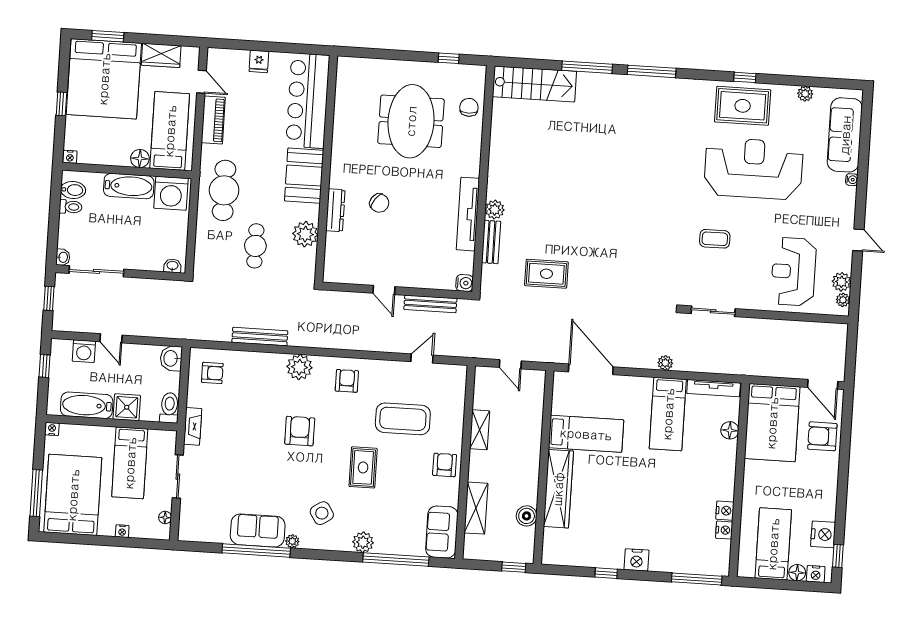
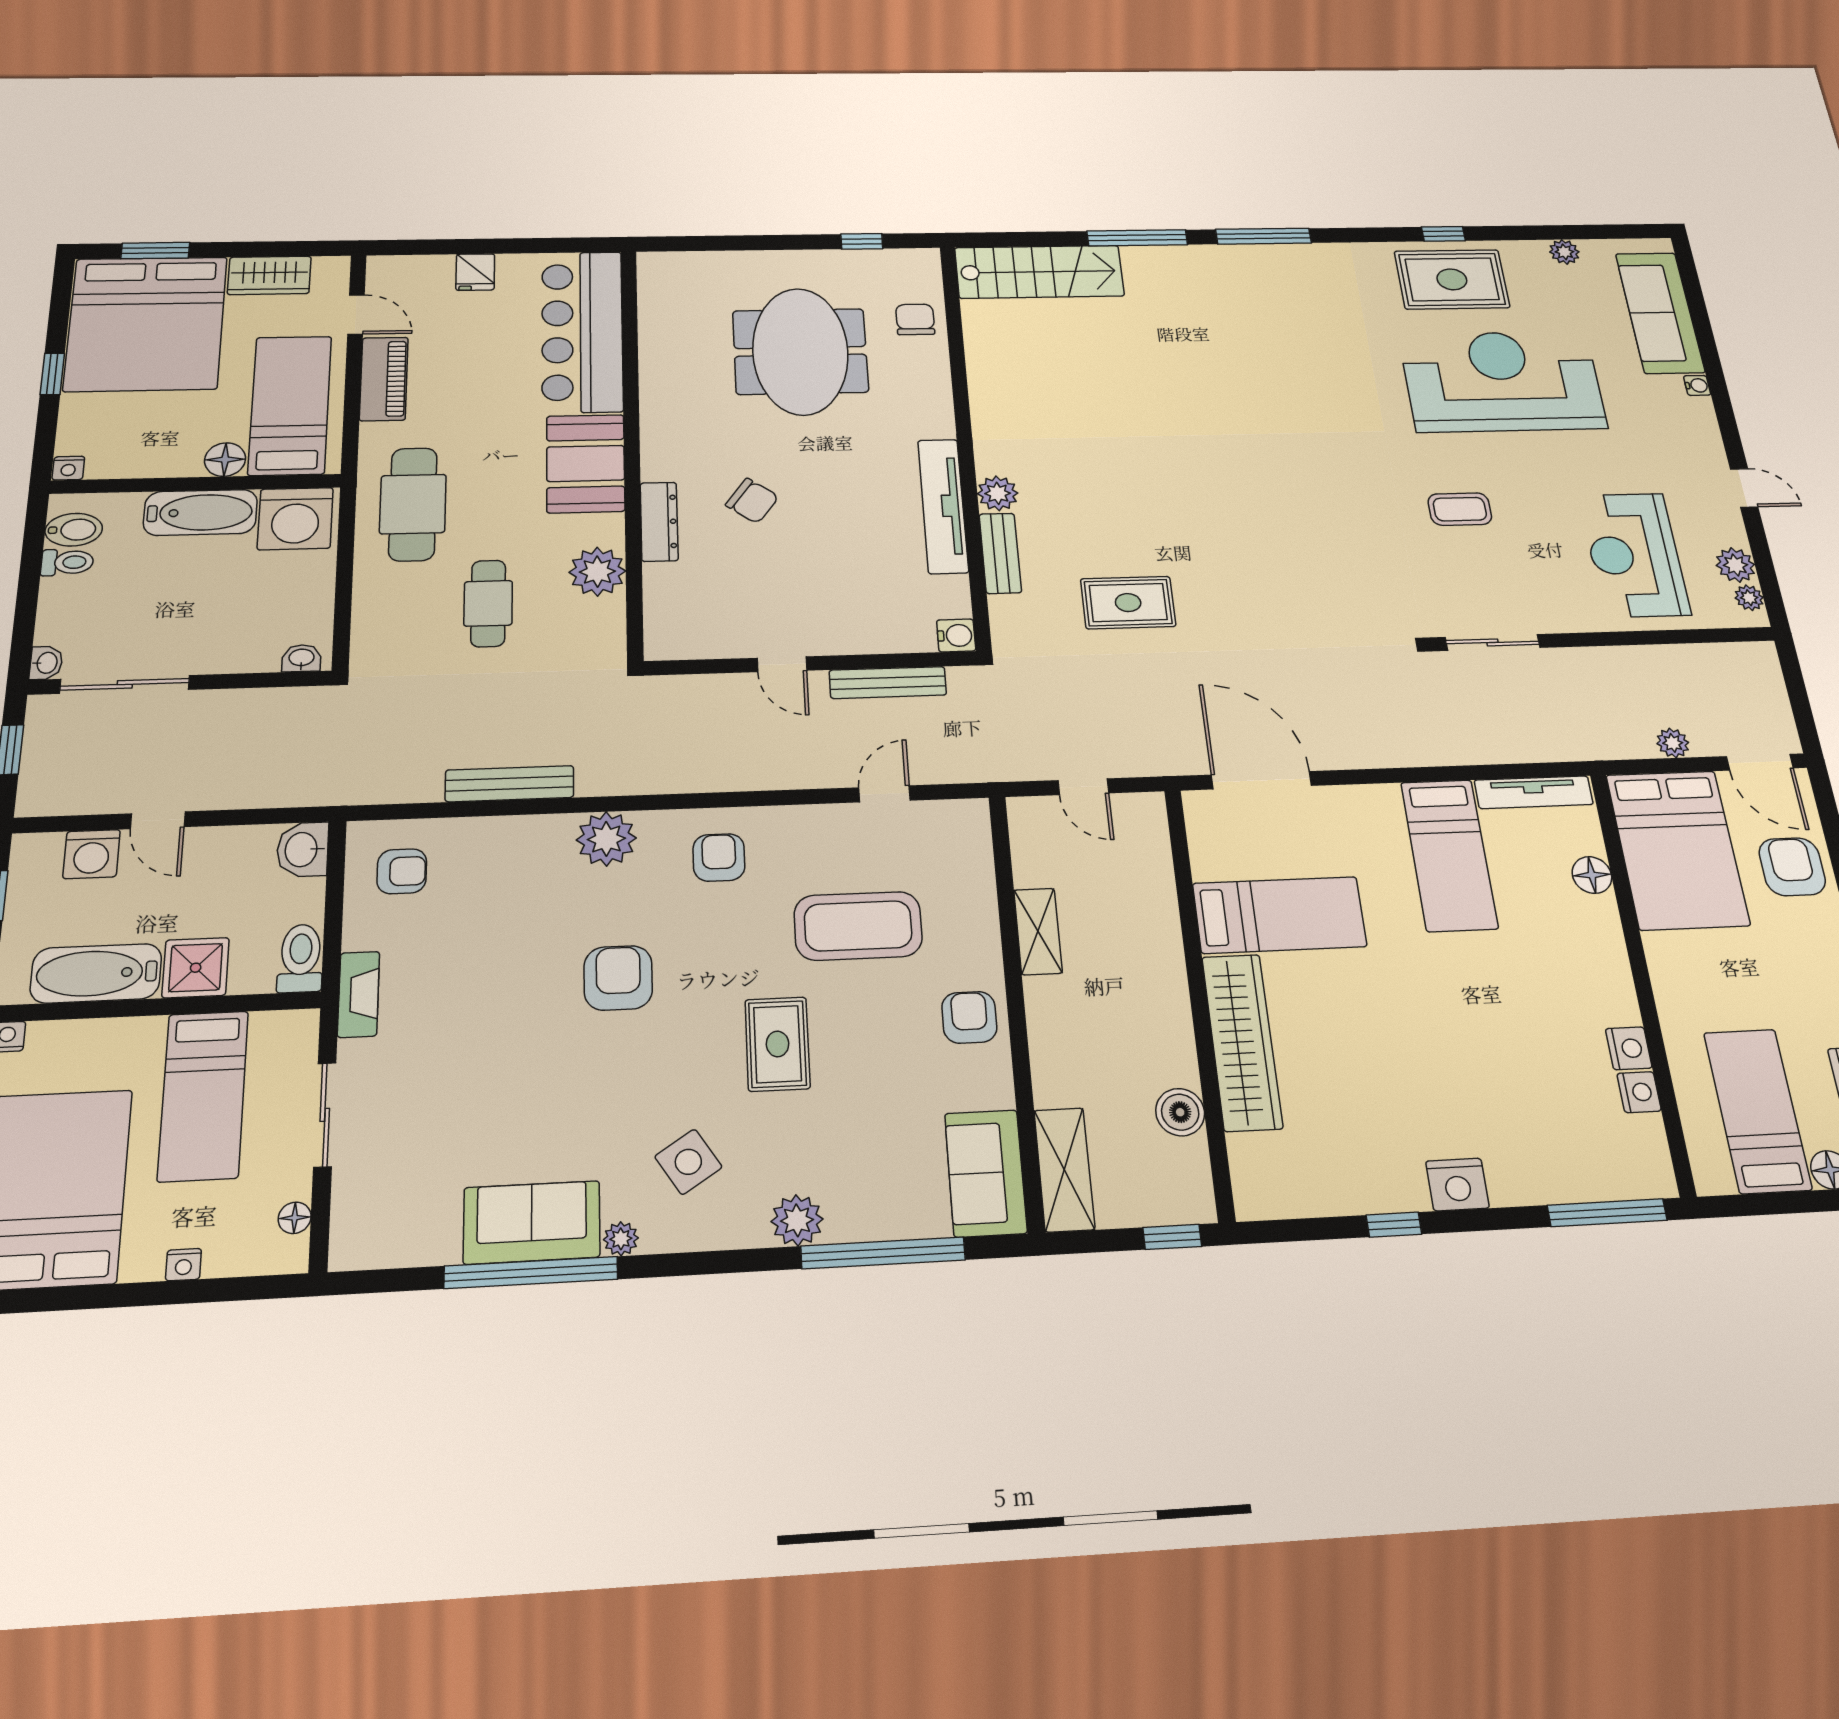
plant: (665, 363) -> (1673, 743), moved
armchair: (822, 436) -> (1792, 867), turned 90
shelving: (476, 508) -> (1064, 1170), moved

